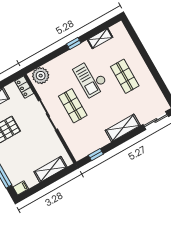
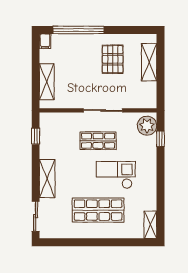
shelving: (100, 38) -> (150, 225), moved
window: (74, 43) -> (160, 139), moved
shop shelf: (125, 76) -> (98, 210), width x1.43, depth x1.36
locker: (24, 87) -> (145, 103), removed

